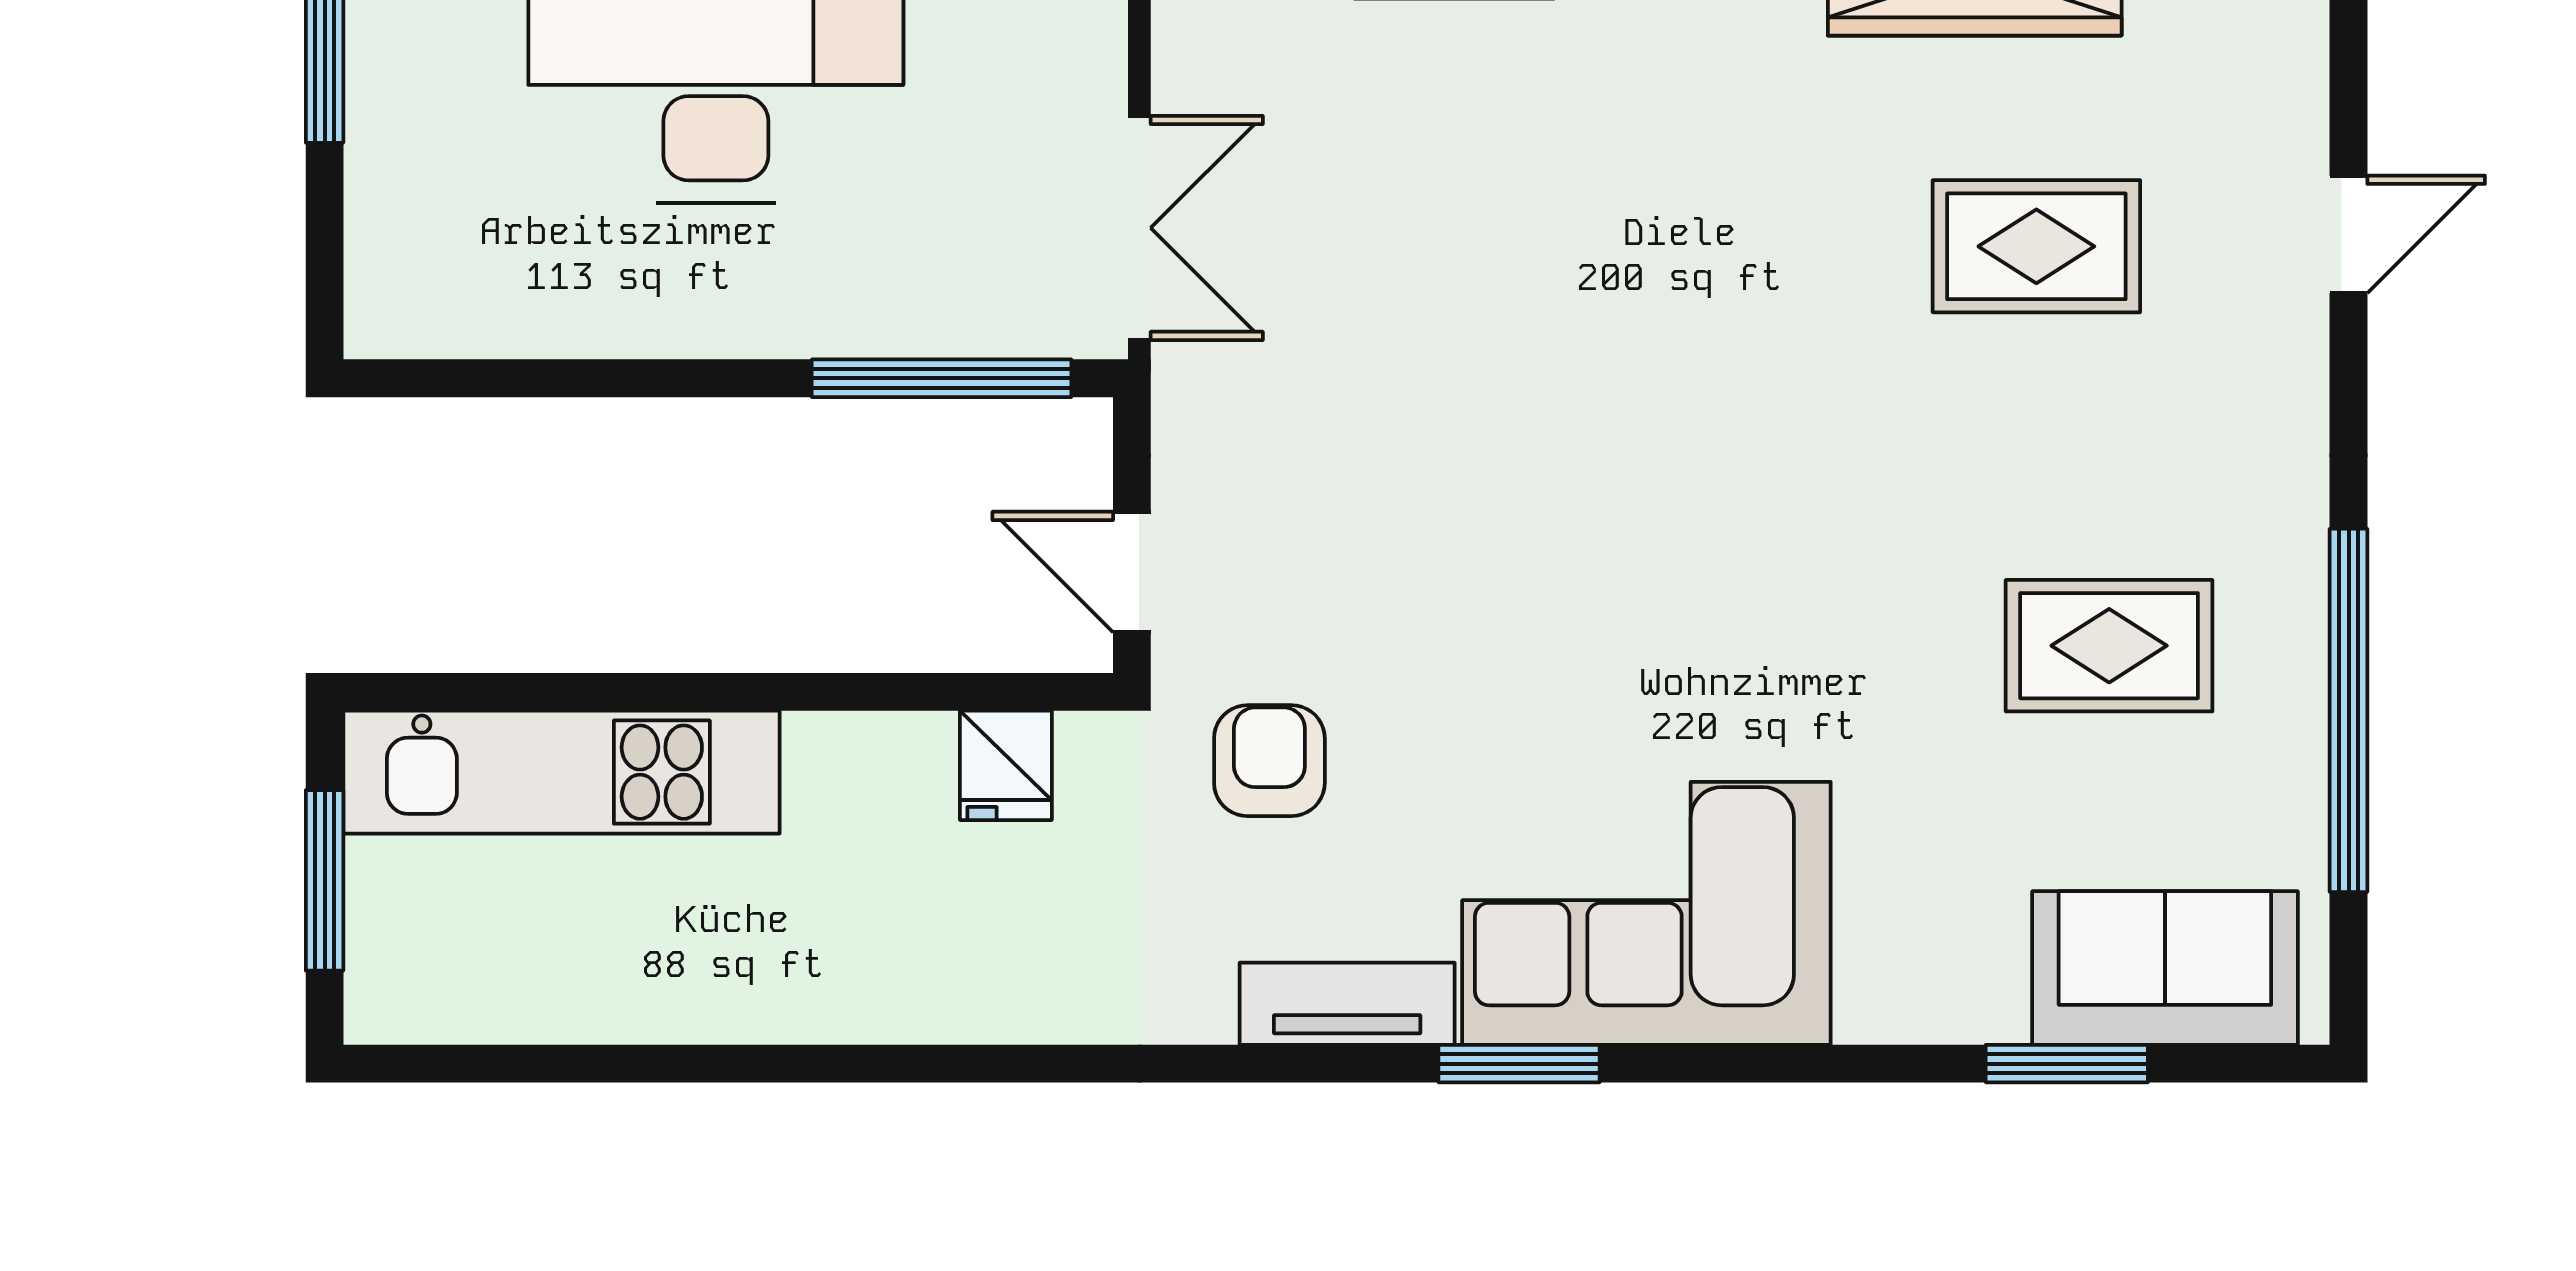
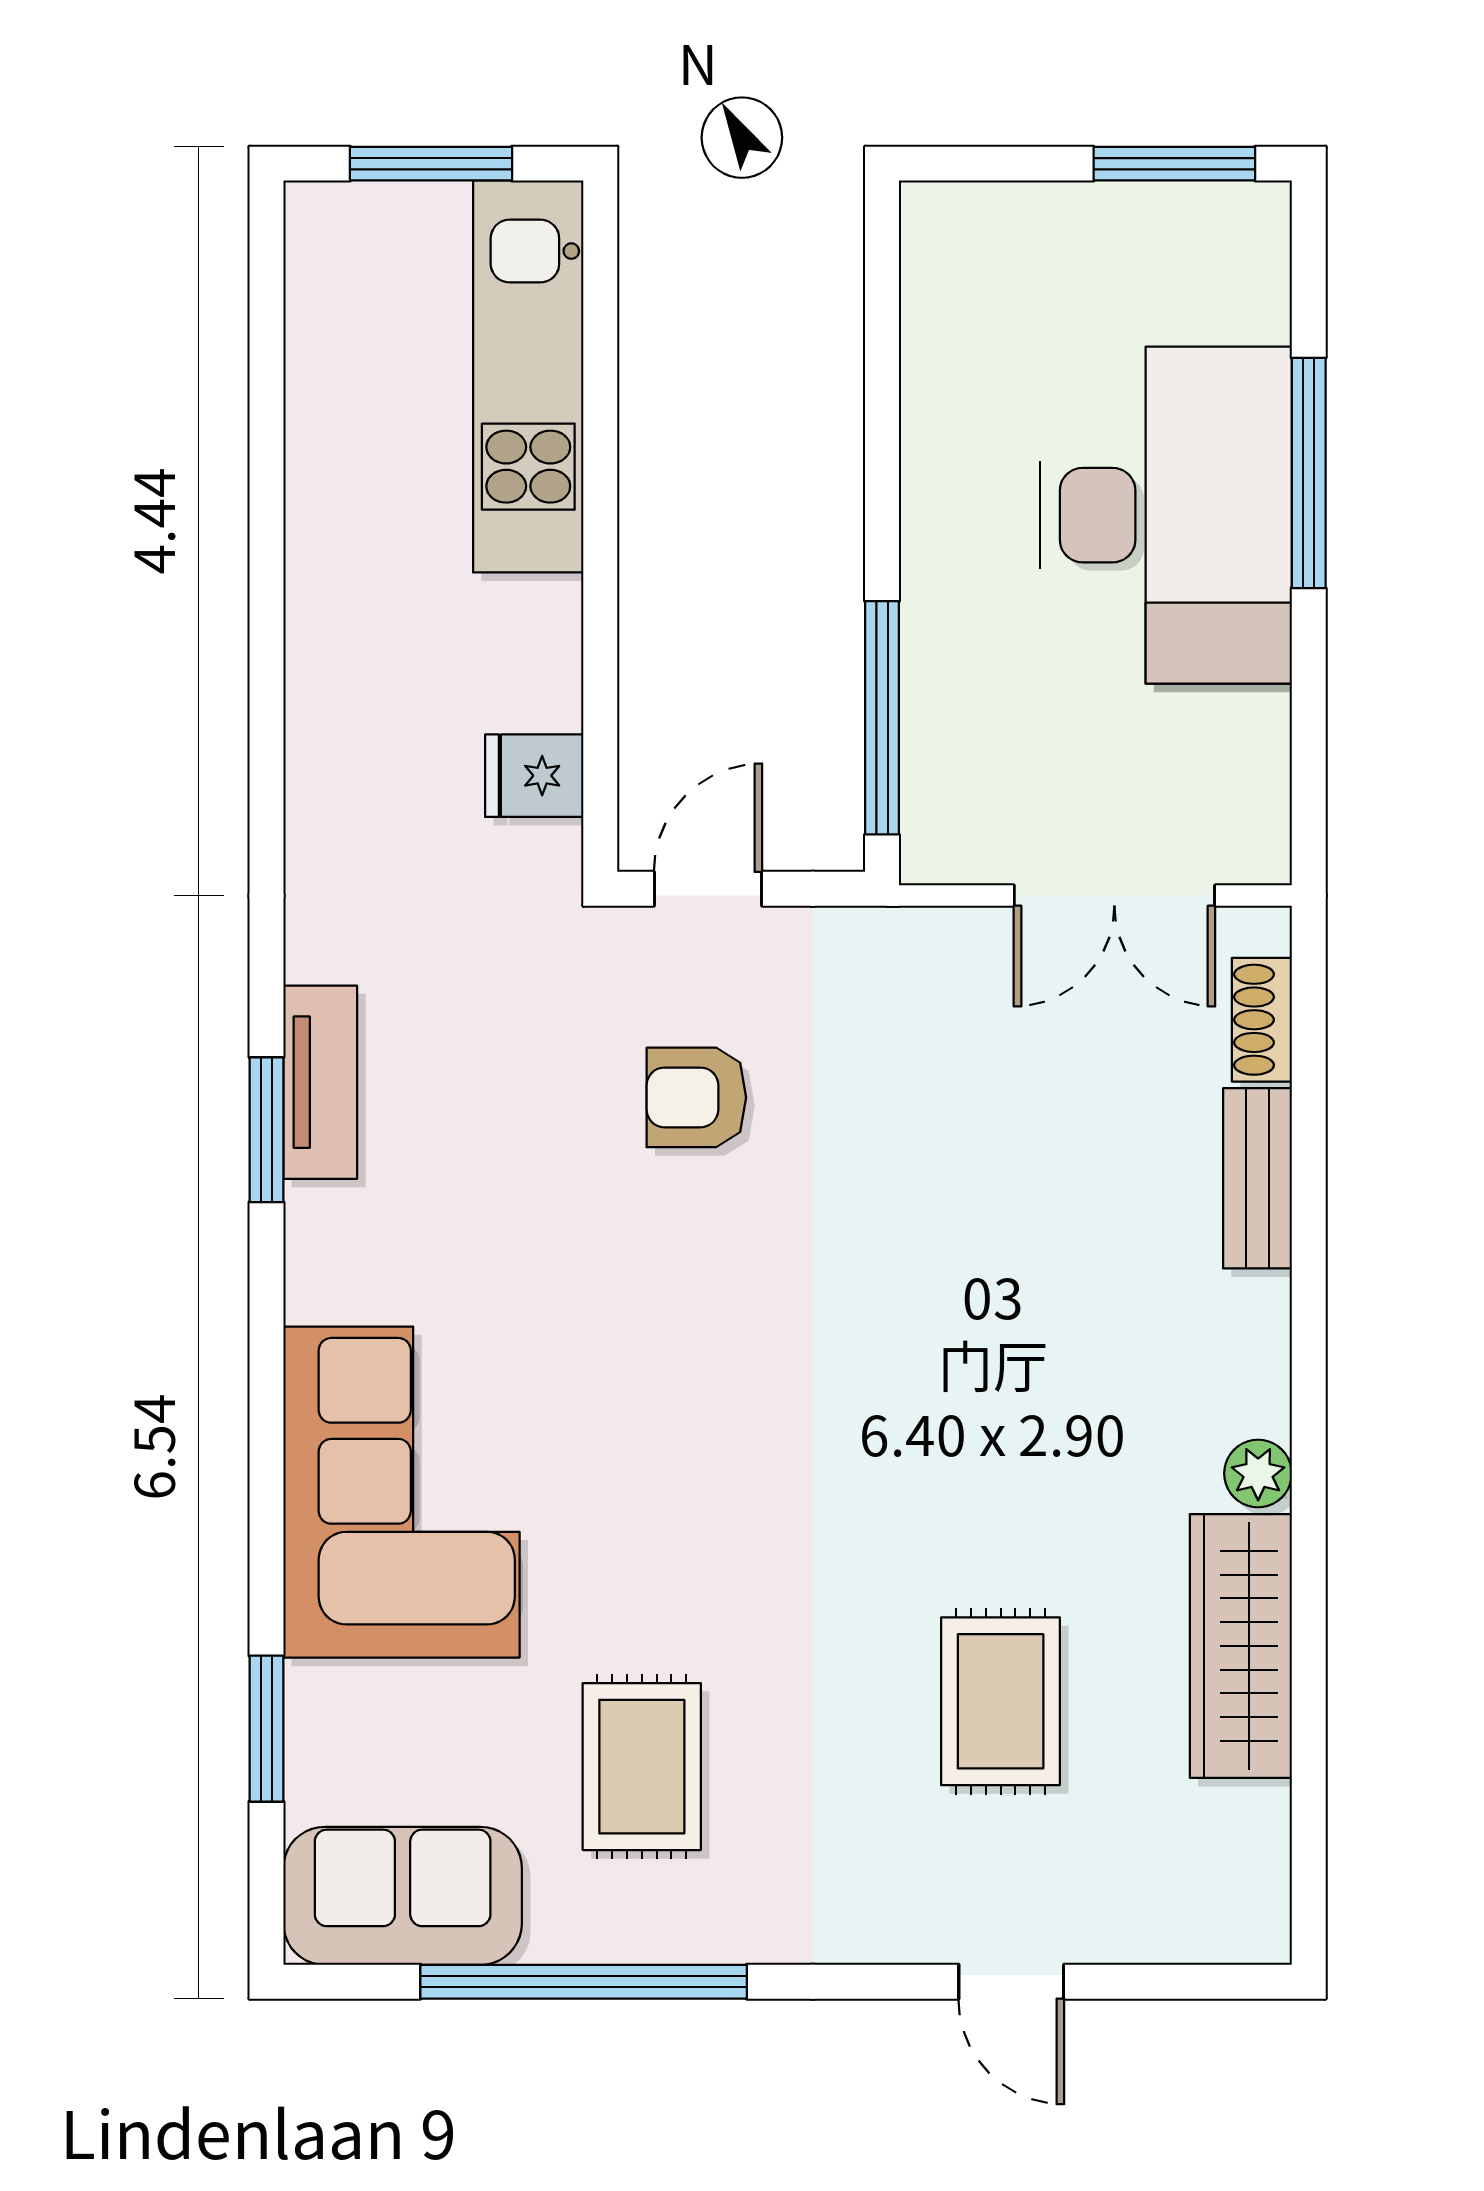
double door: (1139, 228) -> (1114, 896), moved
armchair: (1269, 761) -> (696, 1097), moved, turned 180
corner sofa: (1646, 913) -> (401, 1492), moved
sofa: (2165, 968) -> (403, 1896), moved, turned -90
window: (1519, 1064) -> (266, 1130), moved

